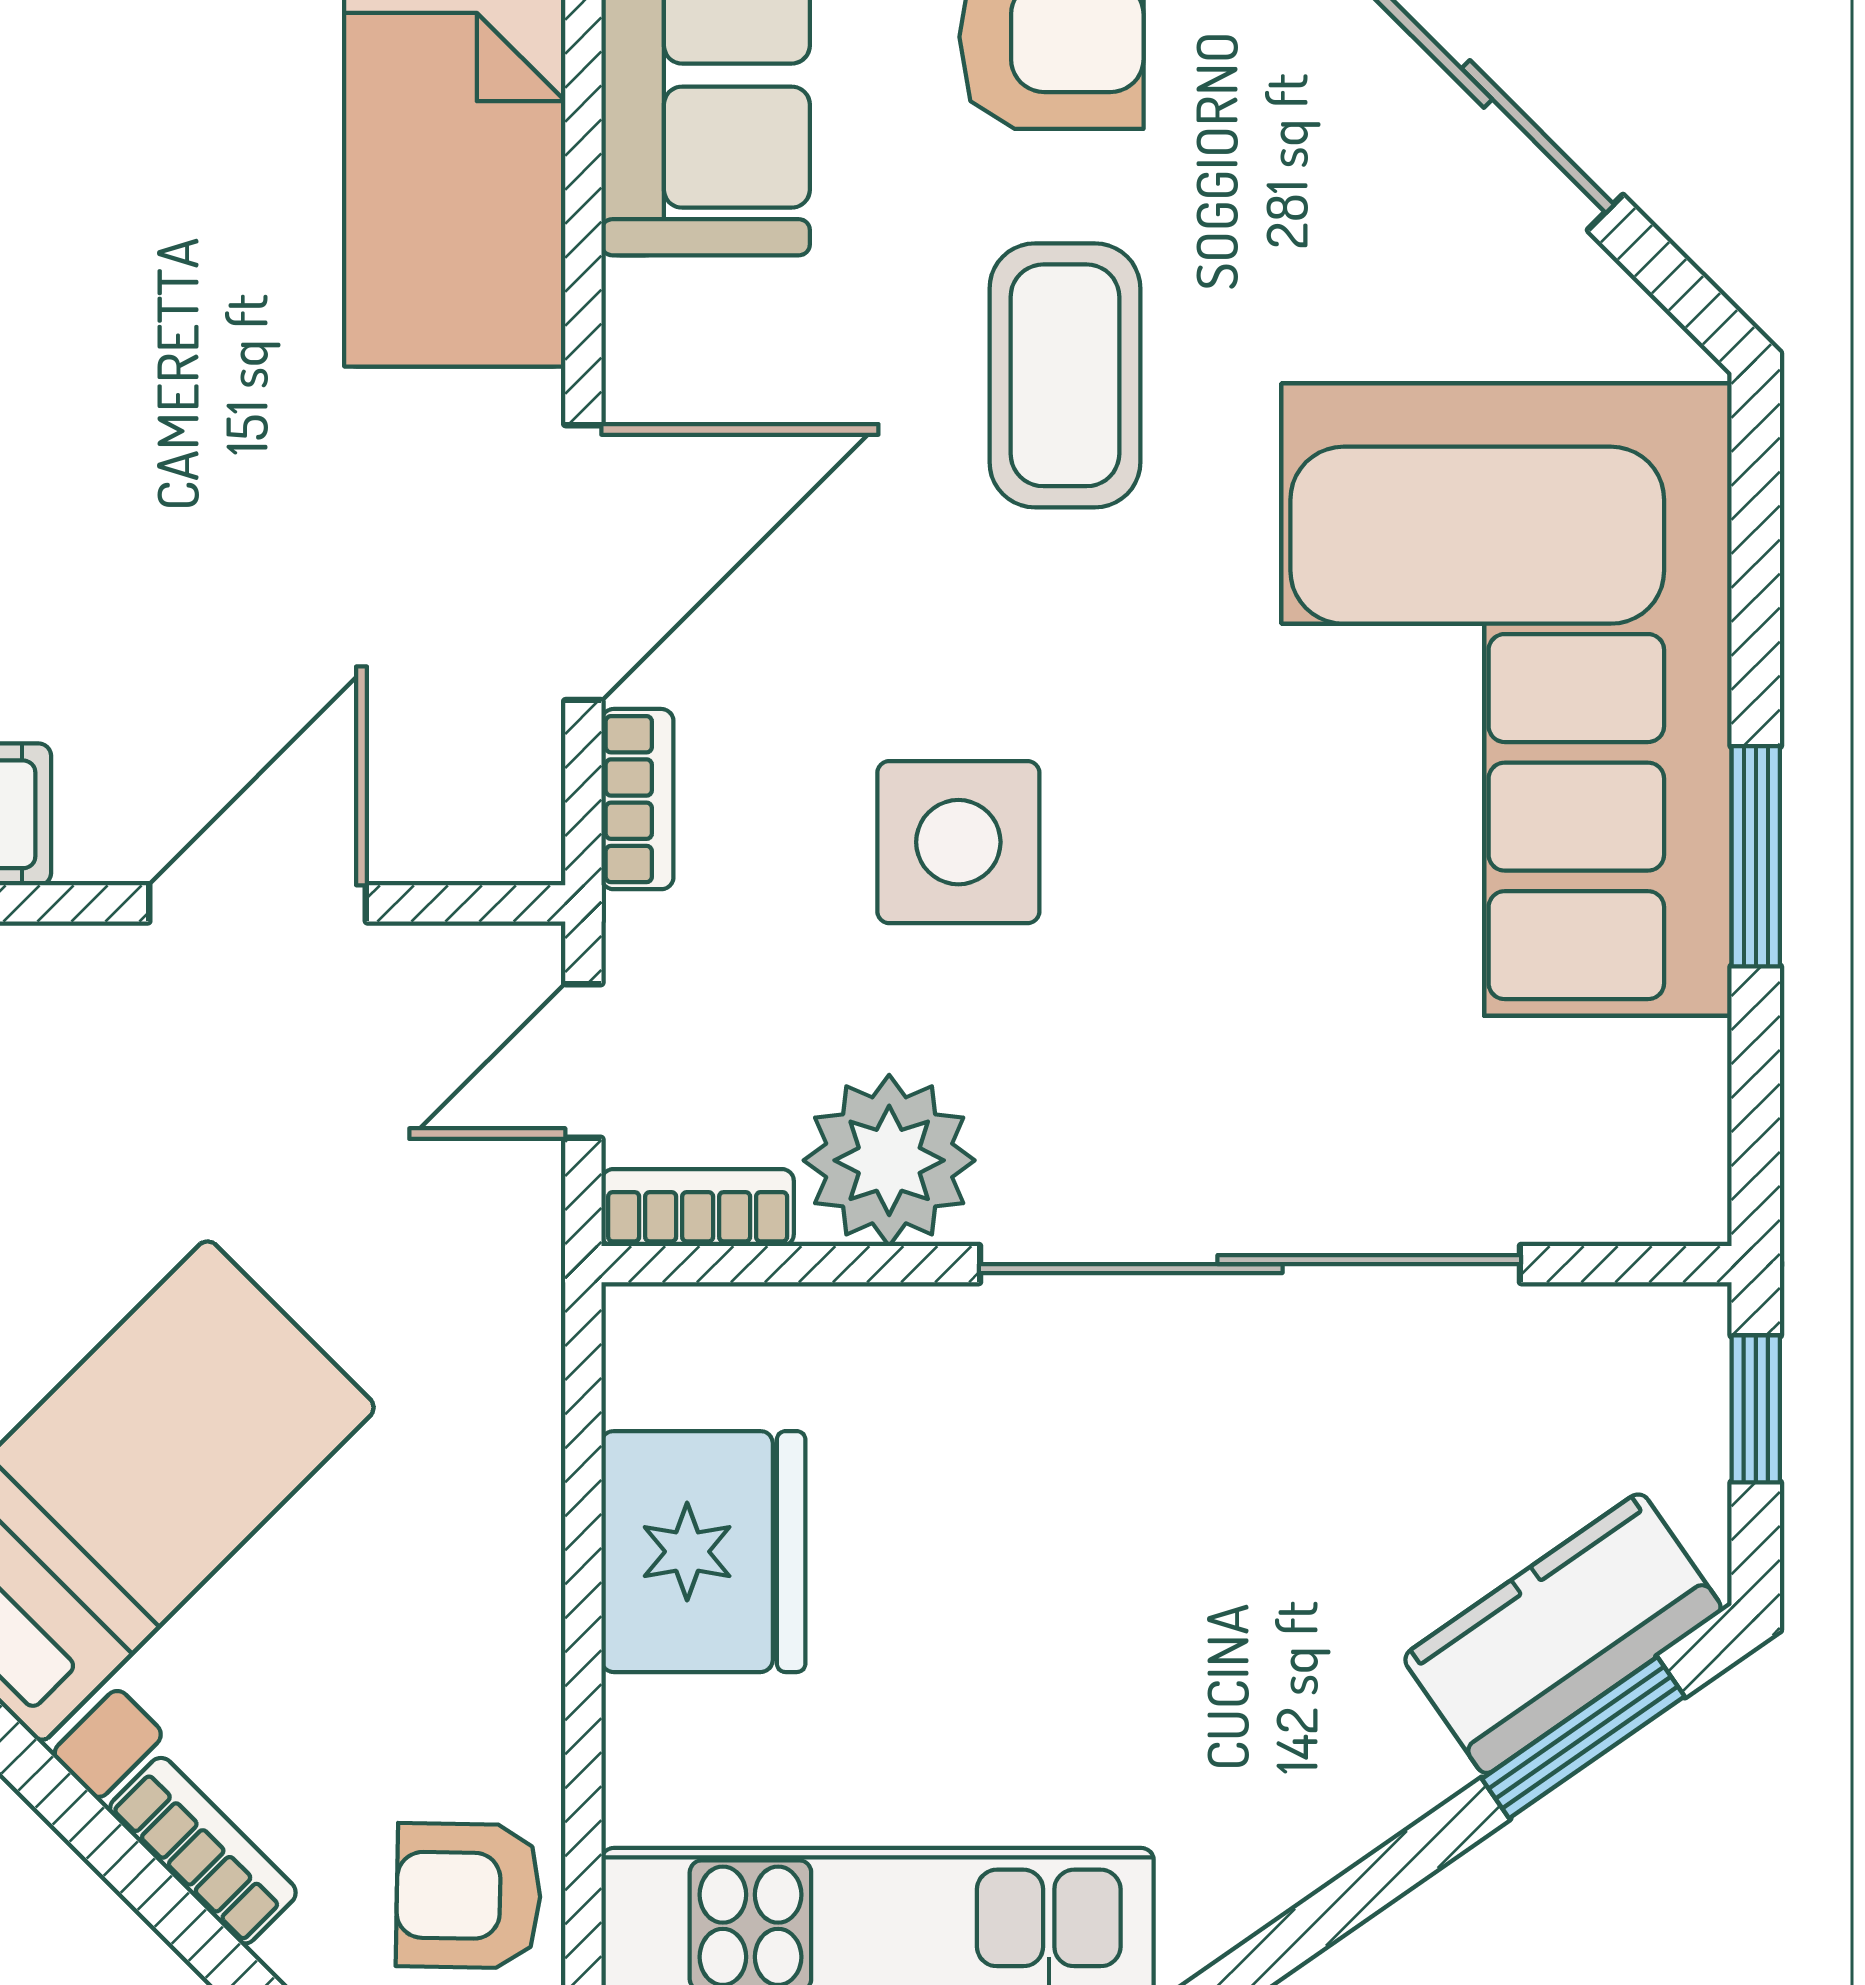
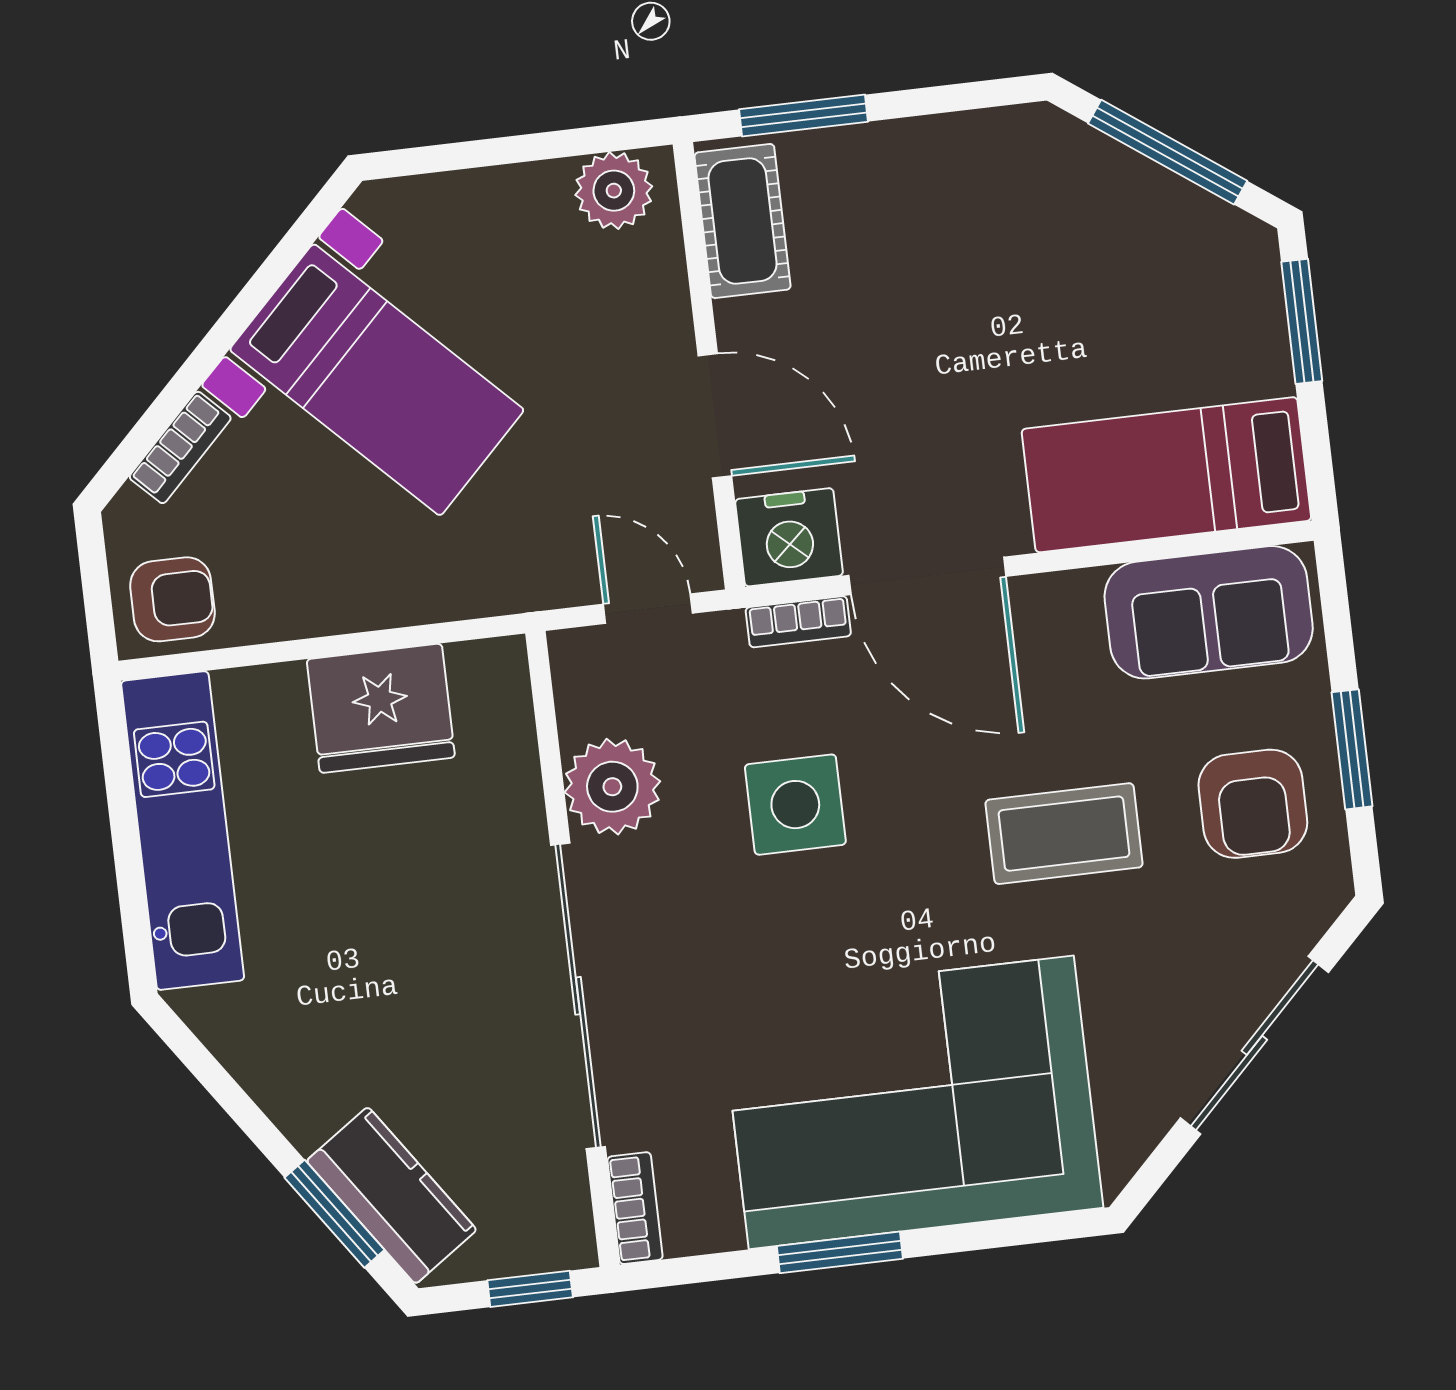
nightstand: (487, 798) -> (789, 537), added
bookcase: (698, 1208) -> (635, 1208), moved
armchair: (468, 1896) -> (172, 599), turned 89

